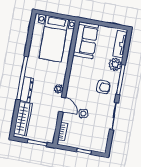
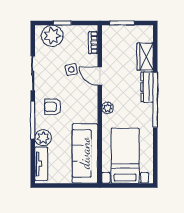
sofa: (86, 40) -> (85, 153), width x1.36
plant: (59, 89) -> (108, 108), moved
wardrobe: (23, 119) -> (145, 57), width x0.67
plant: (94, 143) -> (52, 36), added

